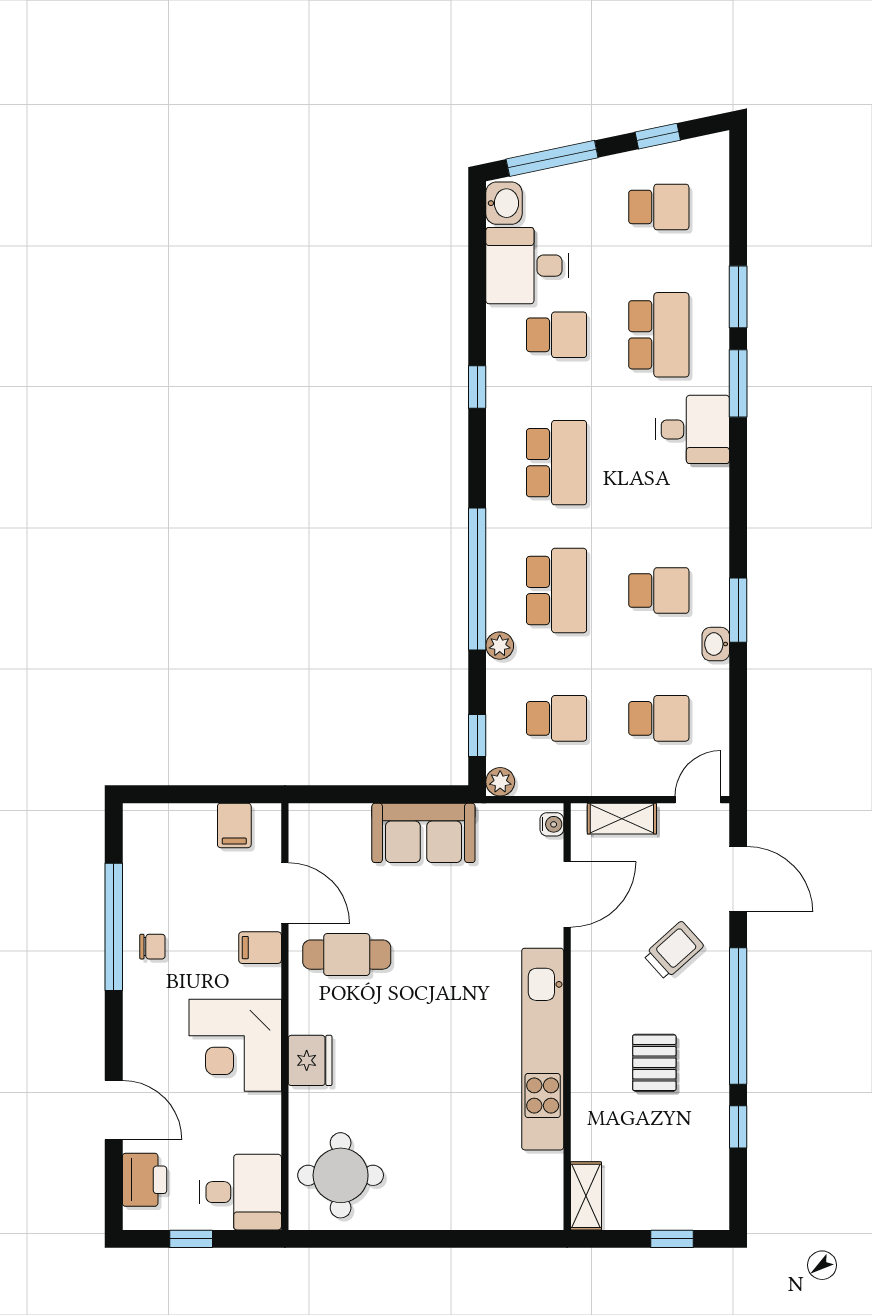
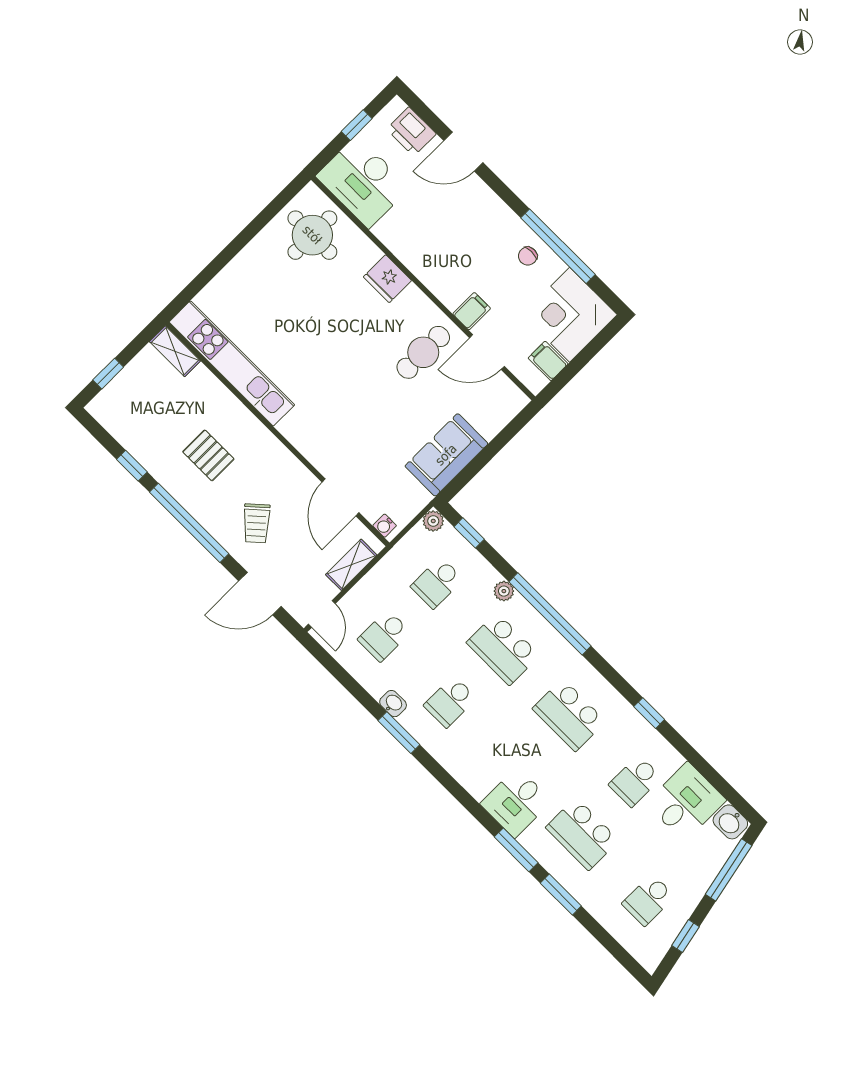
corner desk: (235, 1045) -> (570, 315), moved, turned -90
kitchen unit: (543, 1049) -> (232, 363), moved
desk: (240, 1192) -> (363, 182), width x1.37

